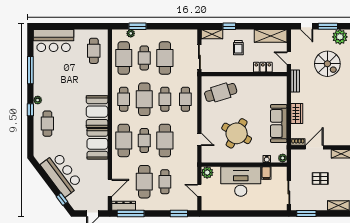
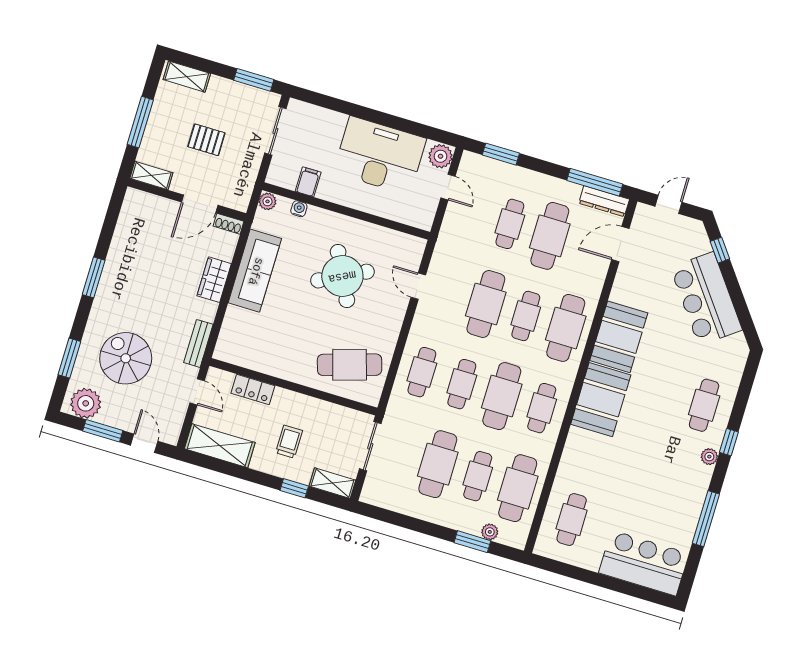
round table: (237, 133) -> (342, 276), turned 33
plant: (207, 173) -> (440, 156), moved
desk: (241, 182) -> (380, 156), moved, turned 180

